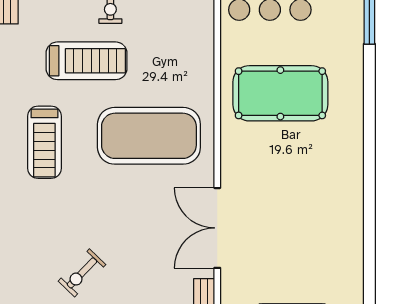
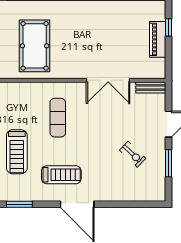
treadmill: (86, 61) -> (17, 152), turned 180
exercise mat: (149, 136) -> (58, 118), width x0.50, depth x0.69

